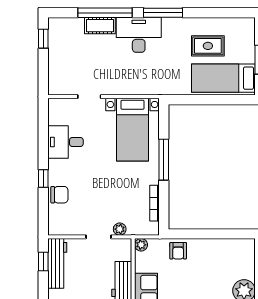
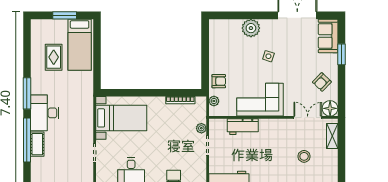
window: (164, 160) -> (145, 93), removed
plant: (141, 245) -> (214, 101), moved

